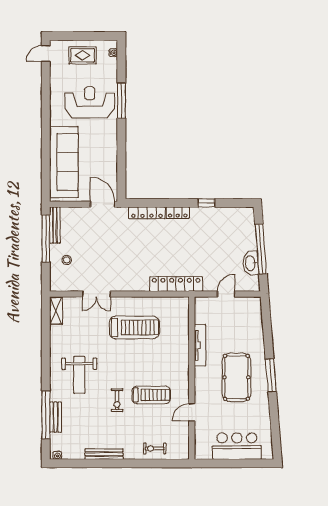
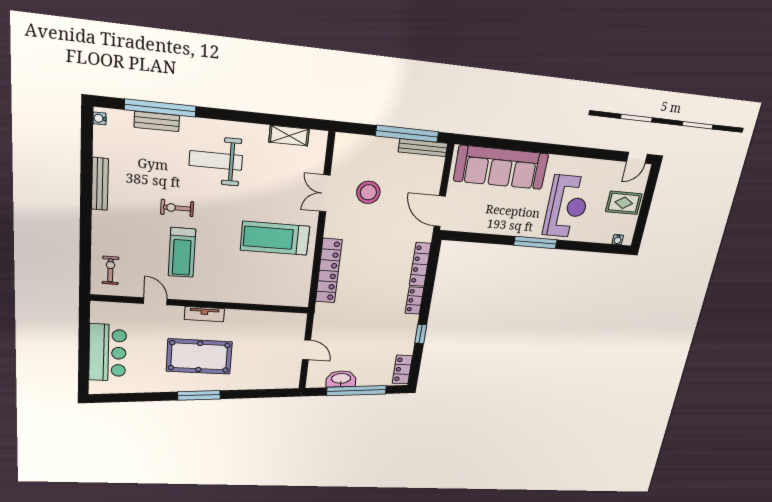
door: (46, 54) -> (637, 158), swing flipped
rug: (83, 55) -> (624, 203), turned 90
window: (121, 101) -> (535, 243), moved
door: (102, 204) -> (440, 211), swing flipped
locker: (240, 213) -> (402, 370), added
stool: (67, 260) -> (368, 192), moved, width x1.89, depth x1.89
locker: (176, 284) -> (329, 271), moved
shelving: (56, 311) -> (289, 136), moved
treadmill: (134, 328) -> (275, 238), turned 90
tv unit: (200, 345) -> (204, 314), moved, width x0.71
exercise bike: (155, 448) -> (110, 270), moved

